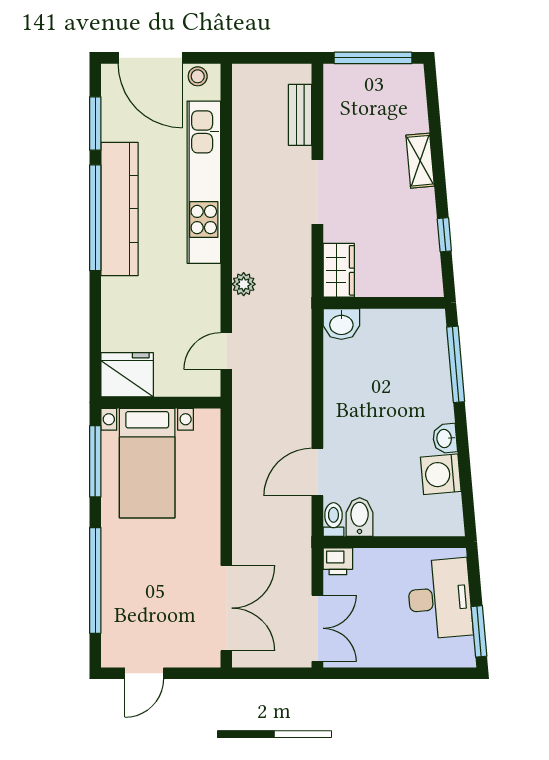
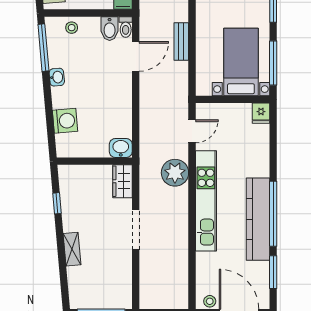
bench: (300, 115) -> (181, 41), moved
kitchen unit: (204, 182) -> (206, 201), moved
plant: (244, 284) -> (175, 173), width x1.87, depth x1.87
window: (456, 364) -> (43, 48), moved
fridge: (127, 375) -> (261, 113), width x0.53, depth x0.75
washing machine: (441, 474) -> (65, 121), moved
stool: (421, 519) -> (72, 28), added

